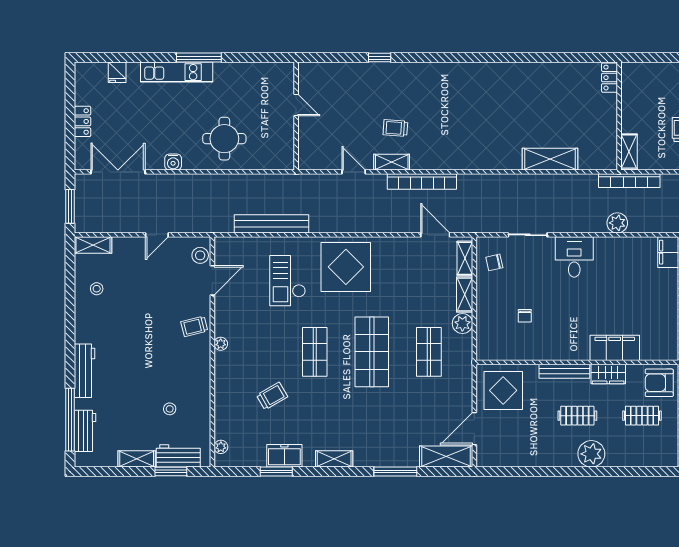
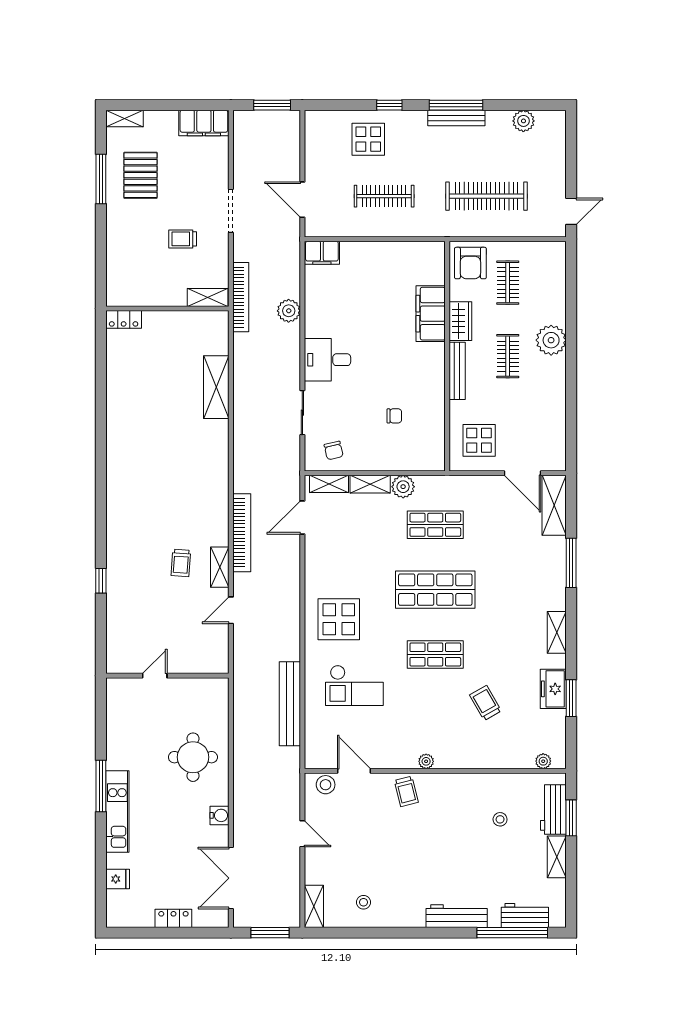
display table: (346, 267) -> (339, 619), width x0.73, depth x0.73
display table: (503, 390) -> (479, 440), width x0.73, depth x0.73

